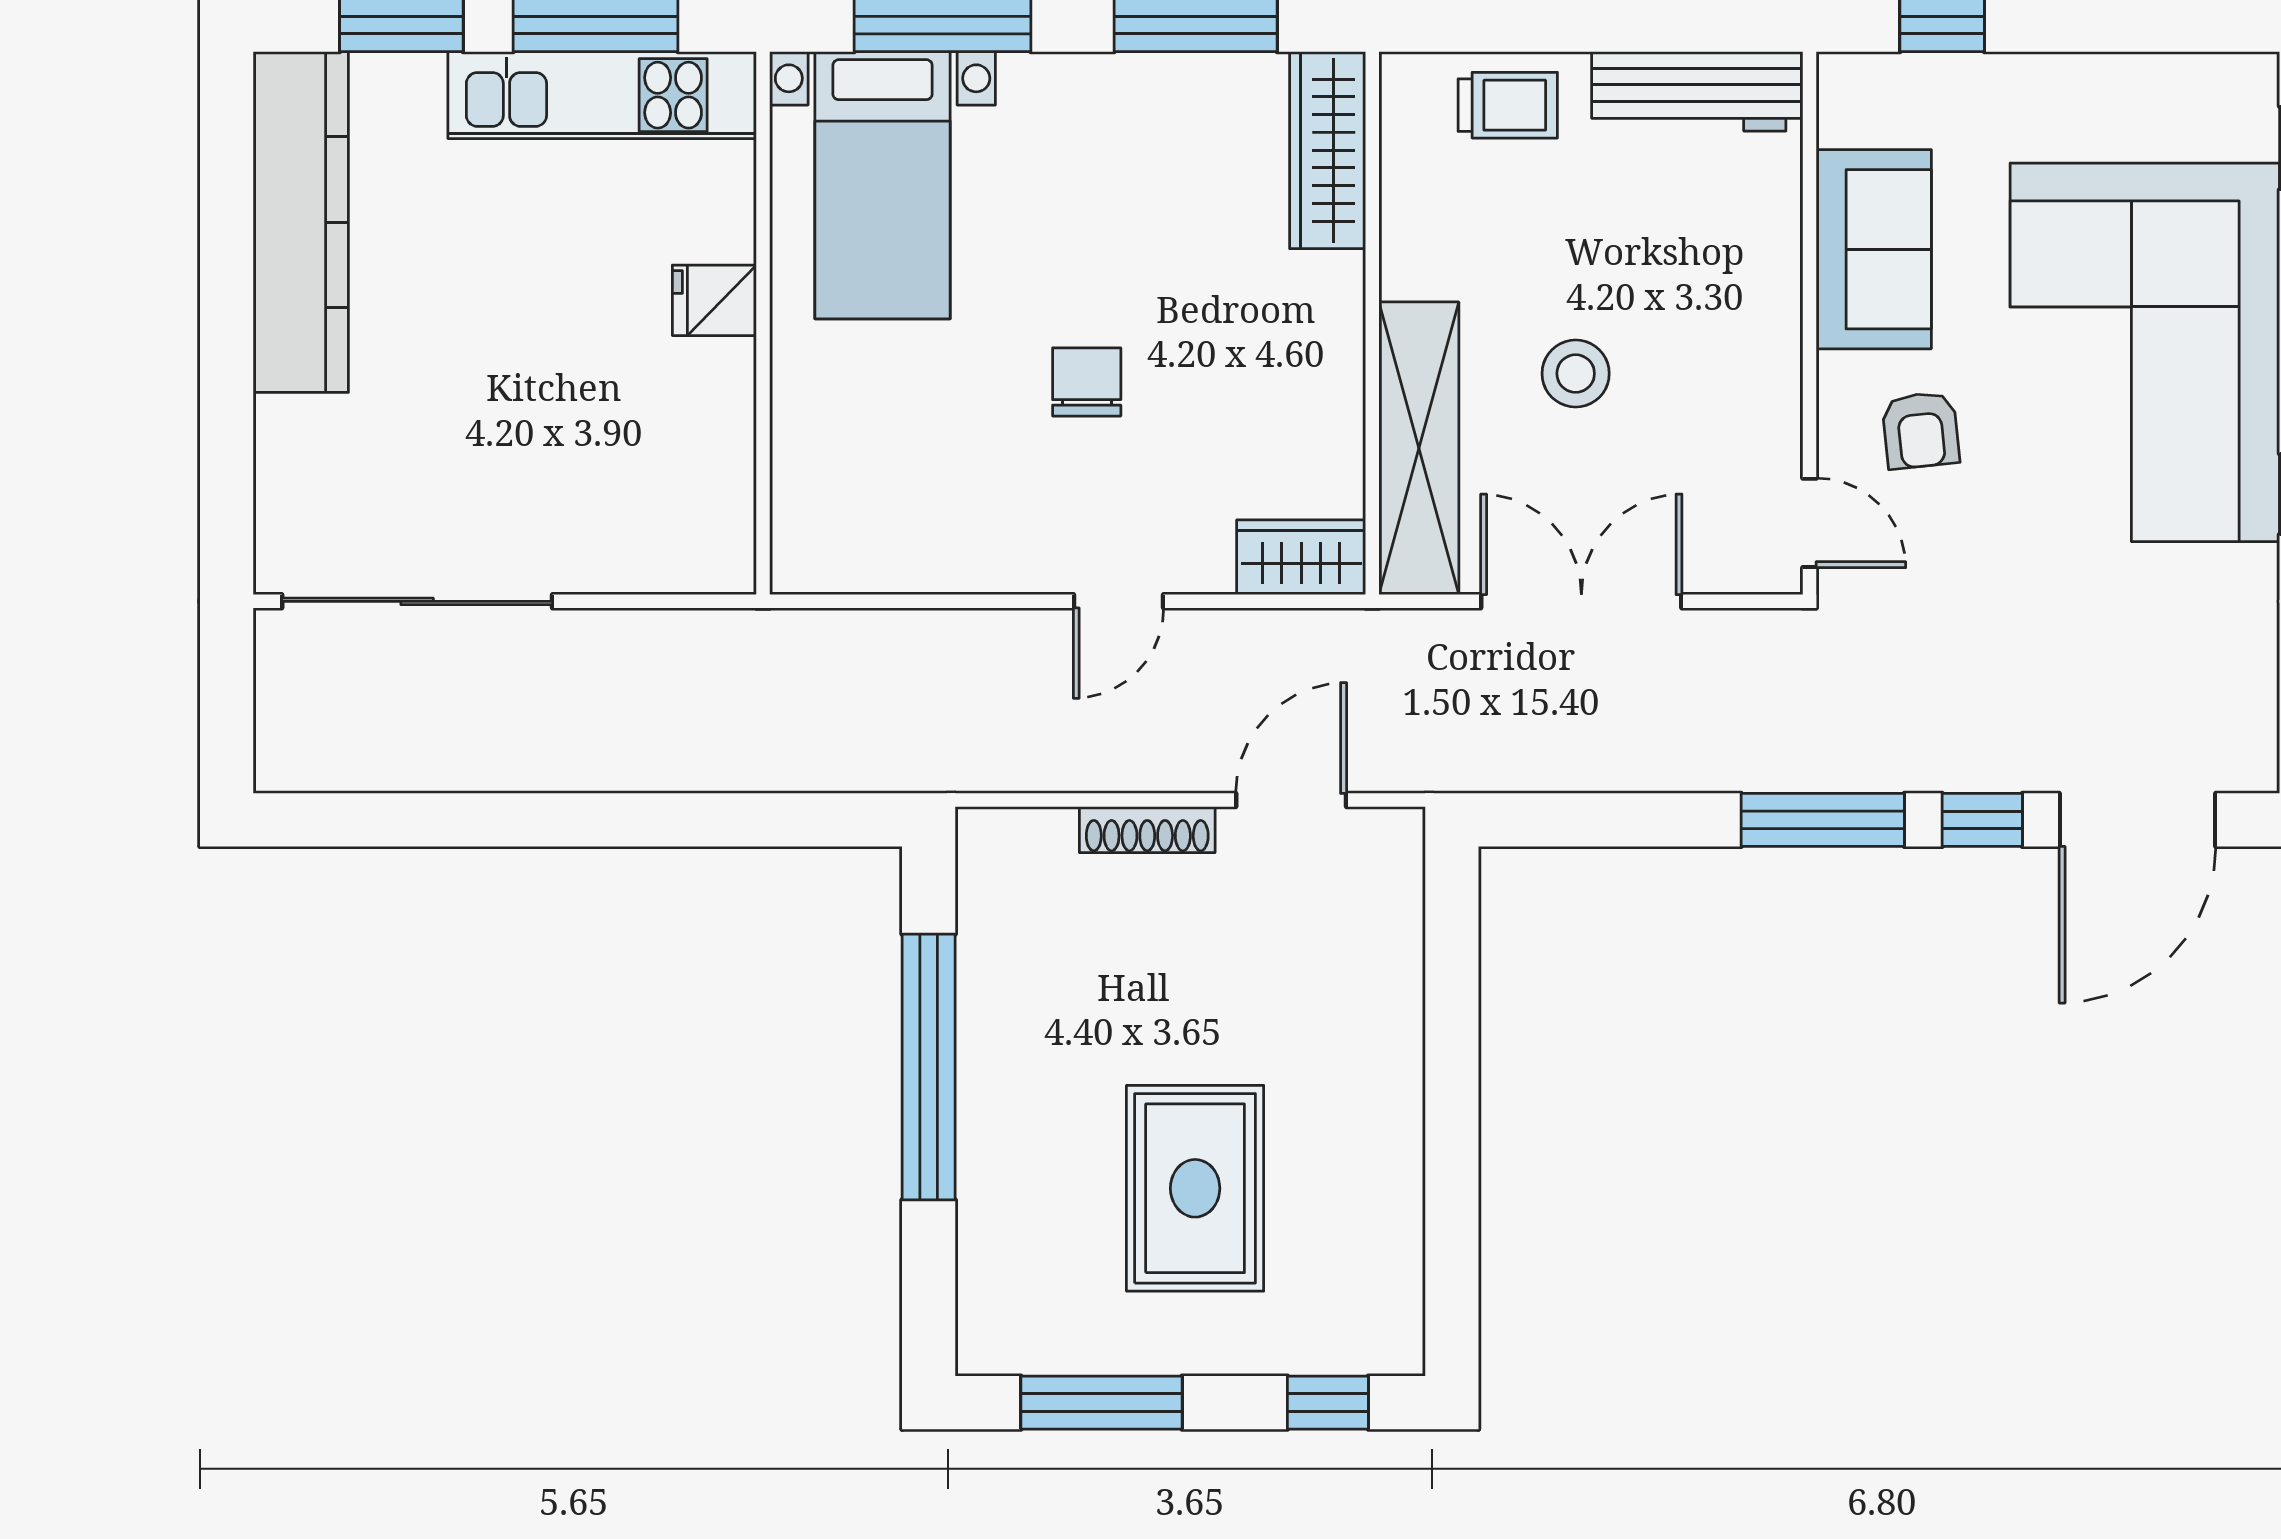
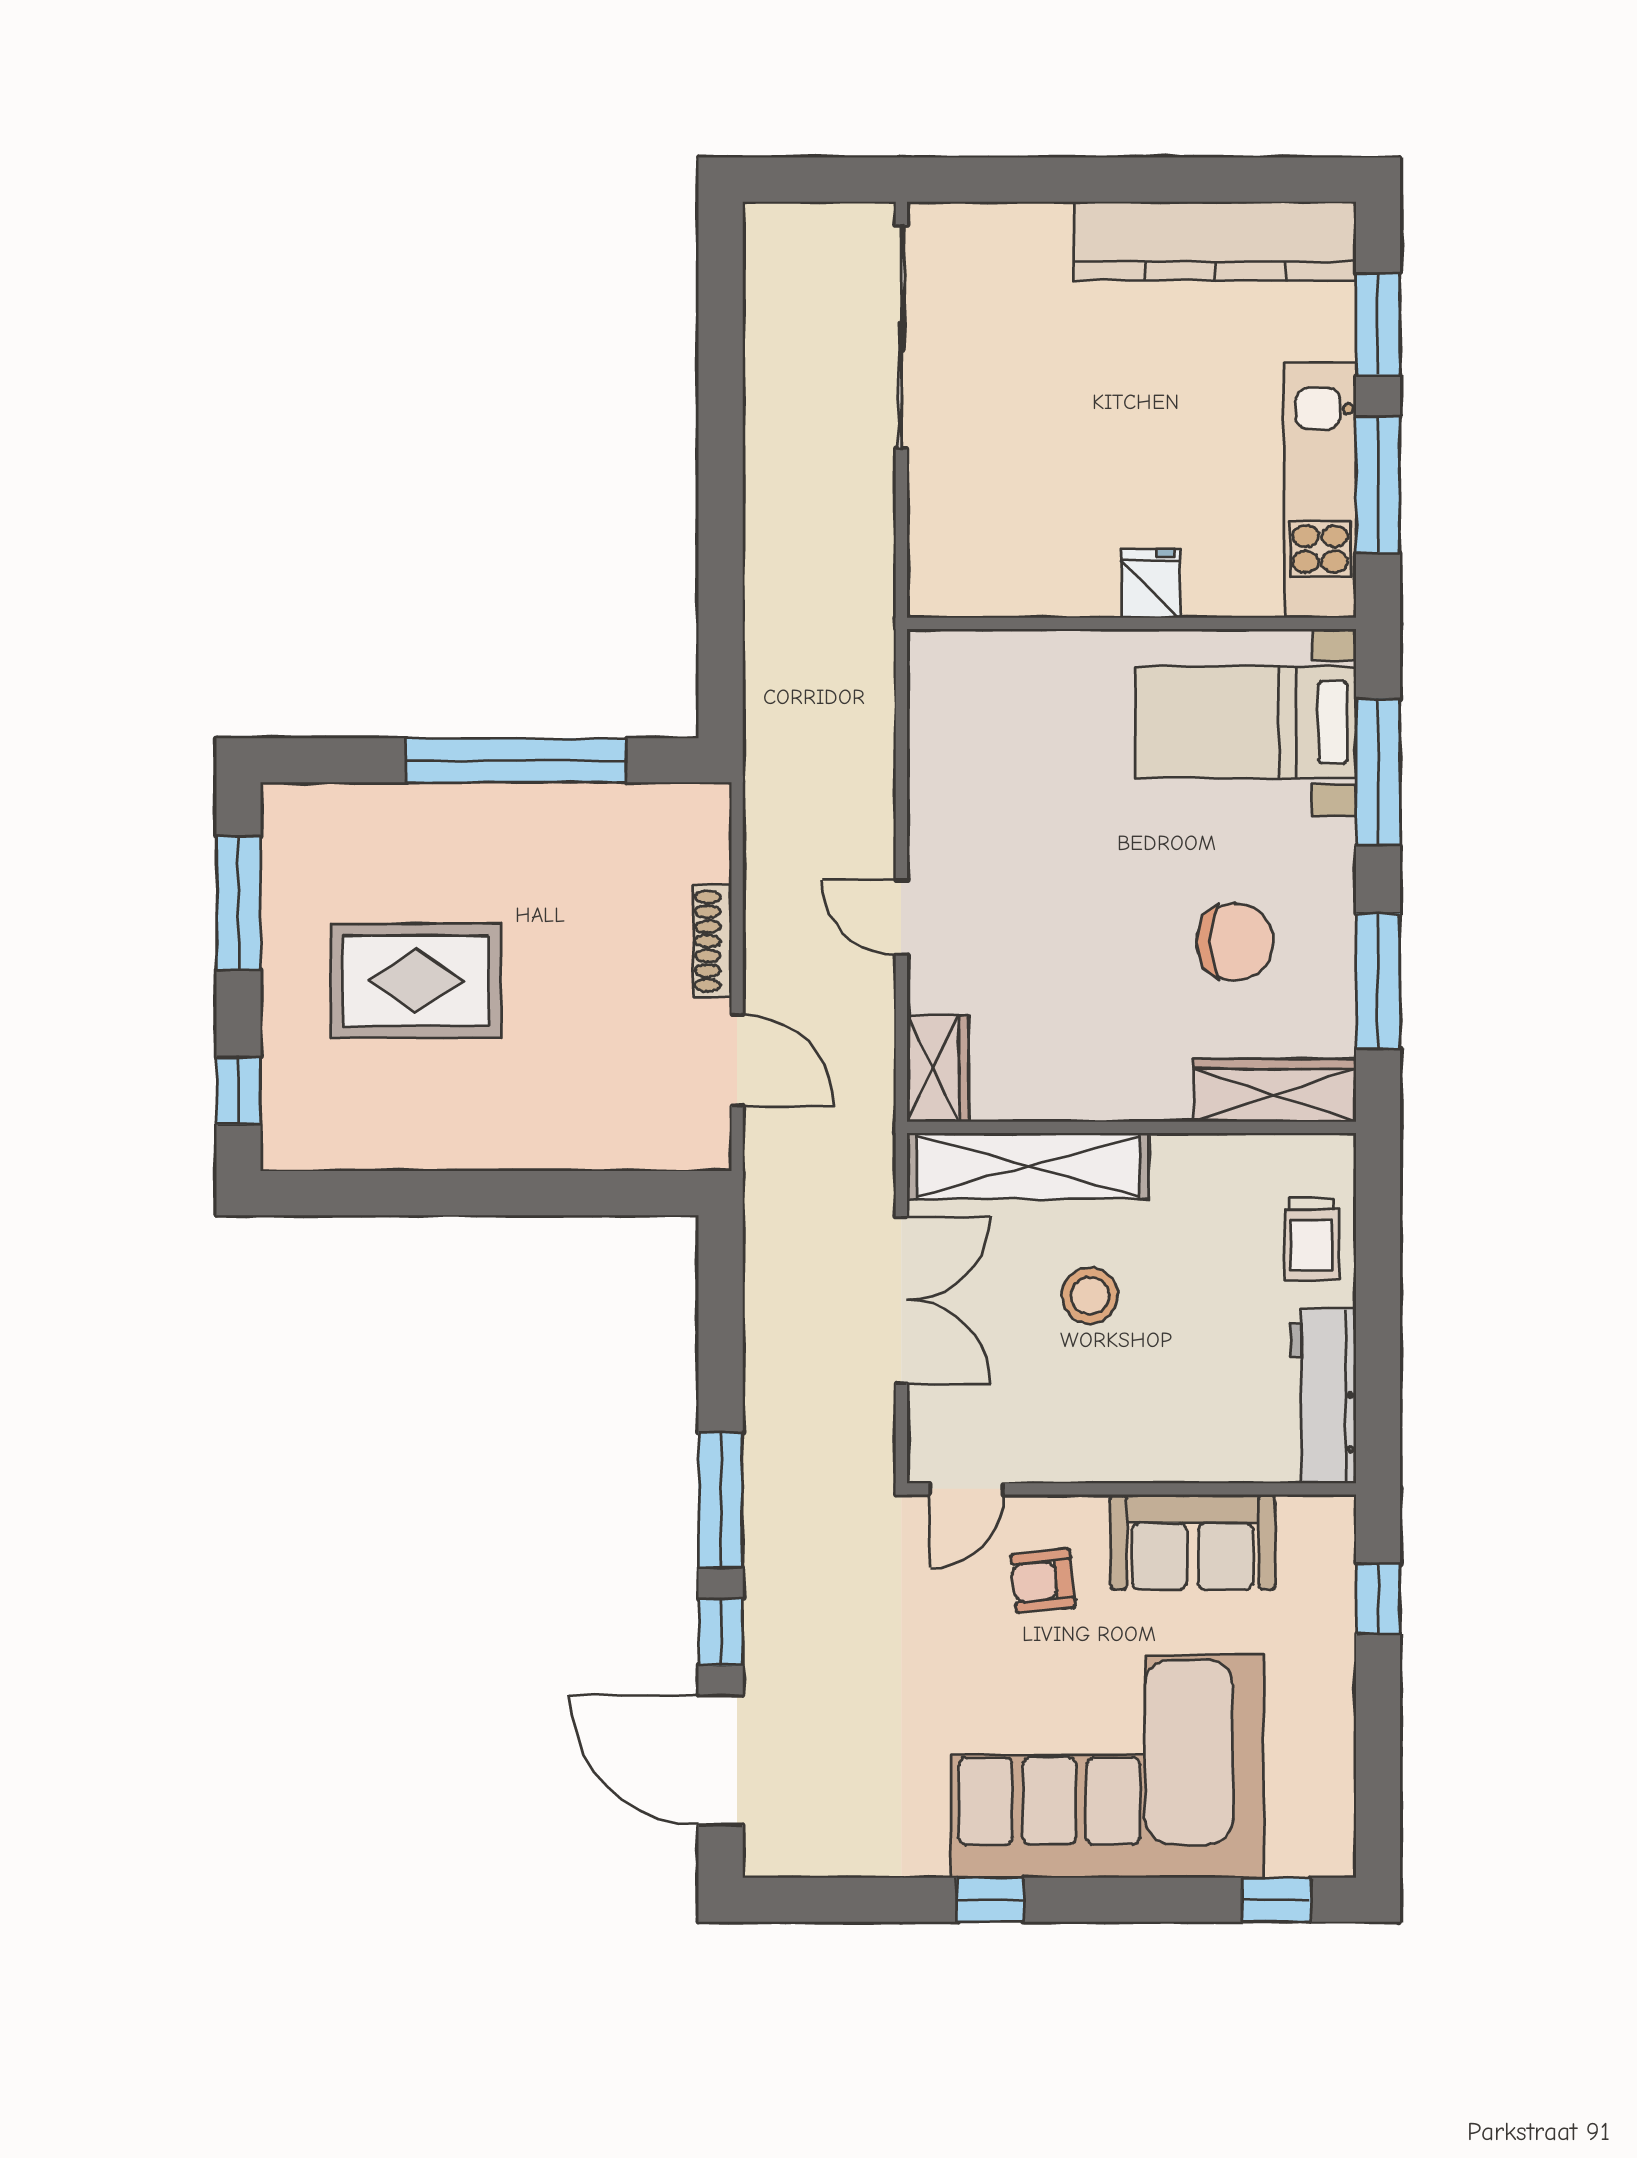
chair: (1087, 382) -> (1235, 942), moved, width x1.37, depth x1.37

